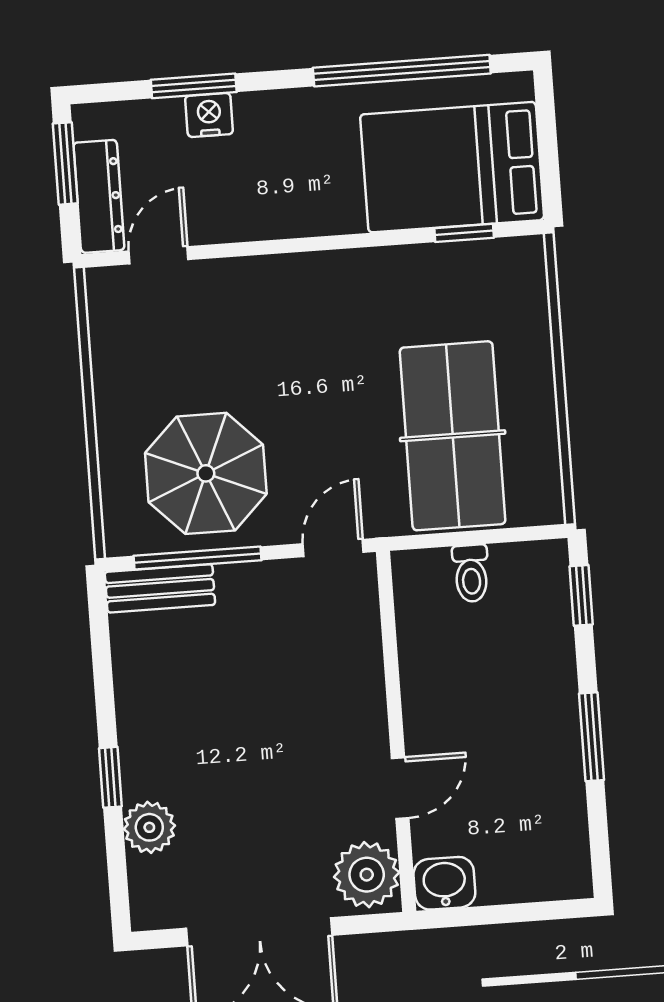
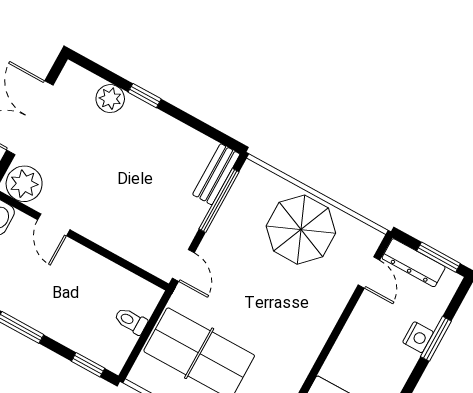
parasol: (206, 473) -> (301, 230), moved

